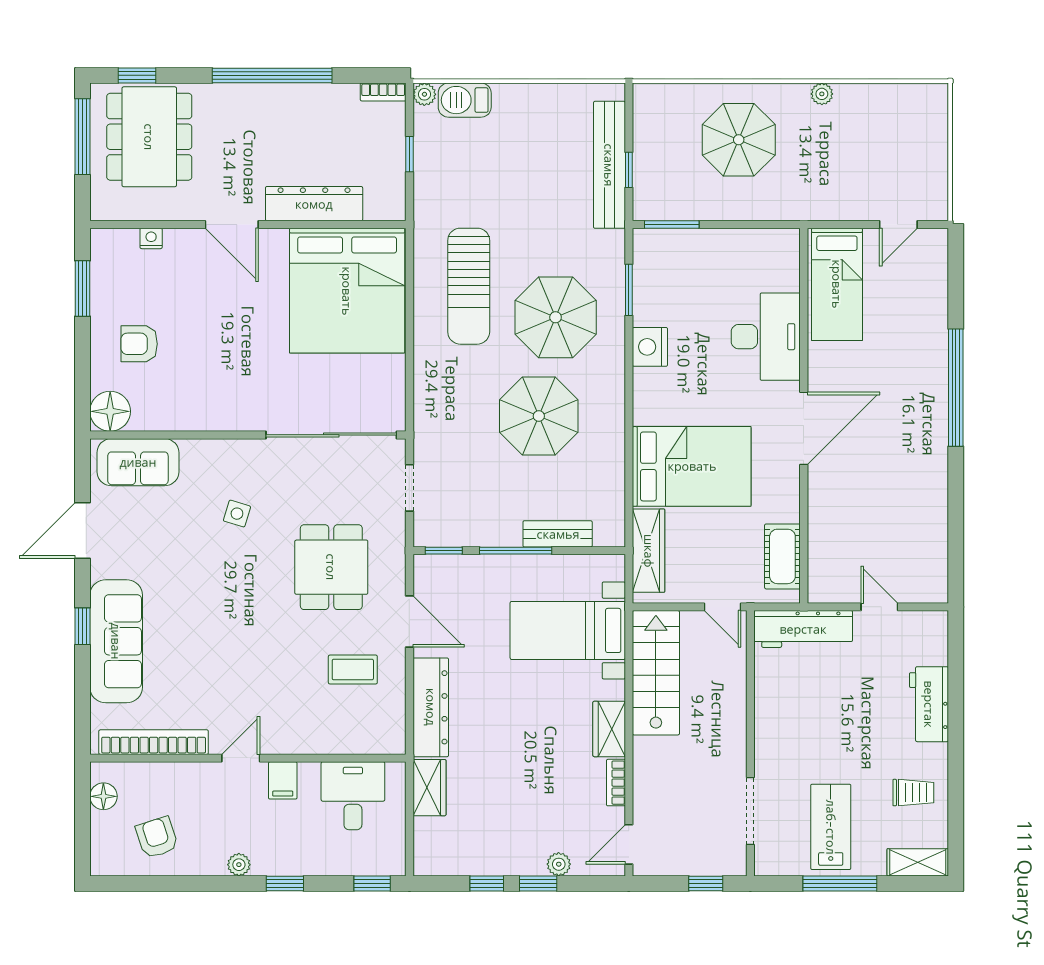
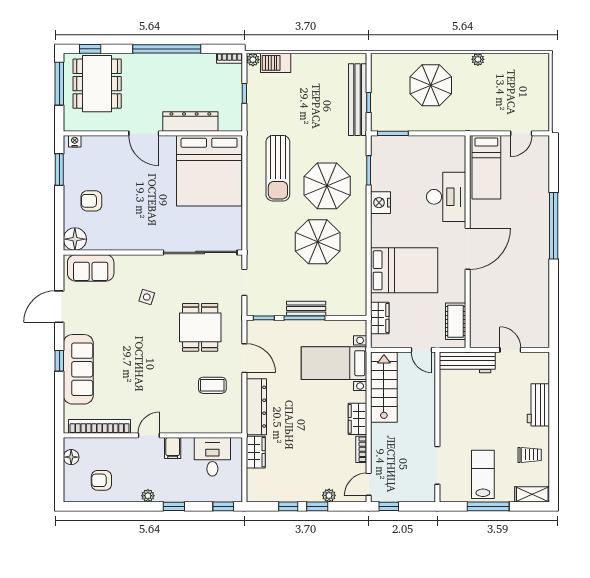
nightstand: (151, 238) -> (75, 141), moved
bench: (558, 534) -> (306, 308), moved
wardrobe: (649, 551) -> (380, 318), width x0.67
armchair: (157, 837) -> (101, 480), turned -72
window: (706, 883) -> (389, 506), moved

